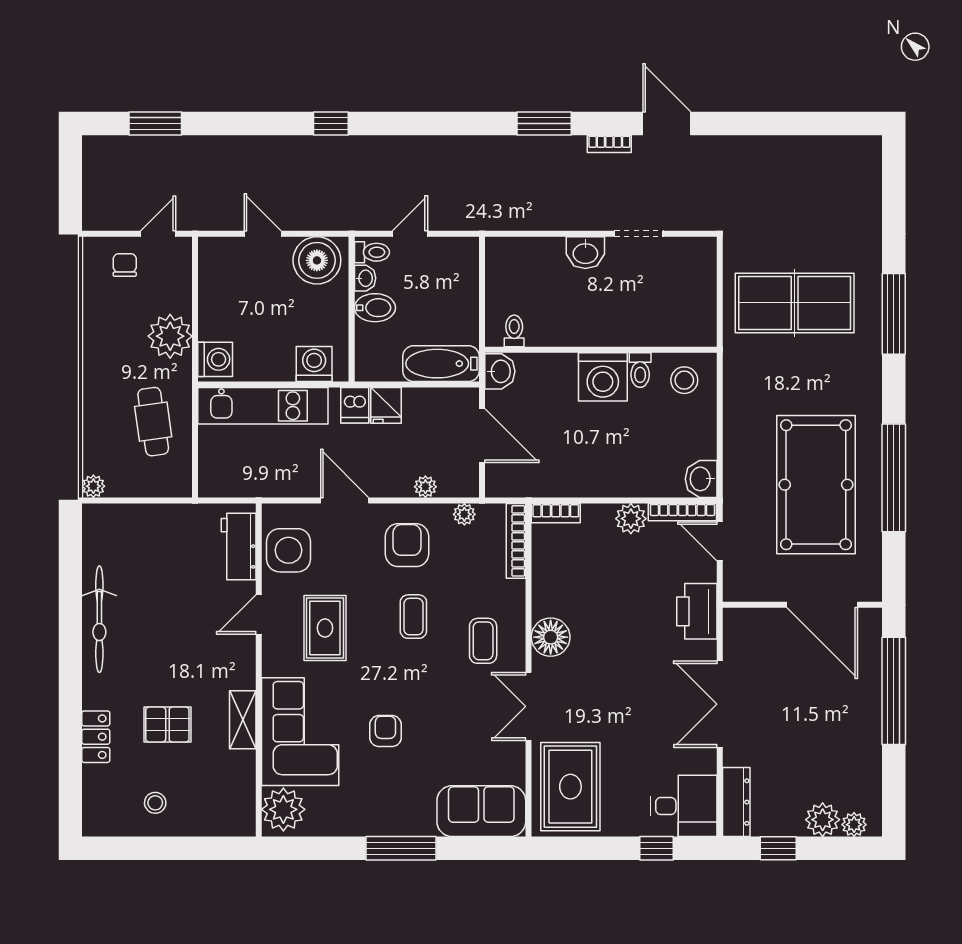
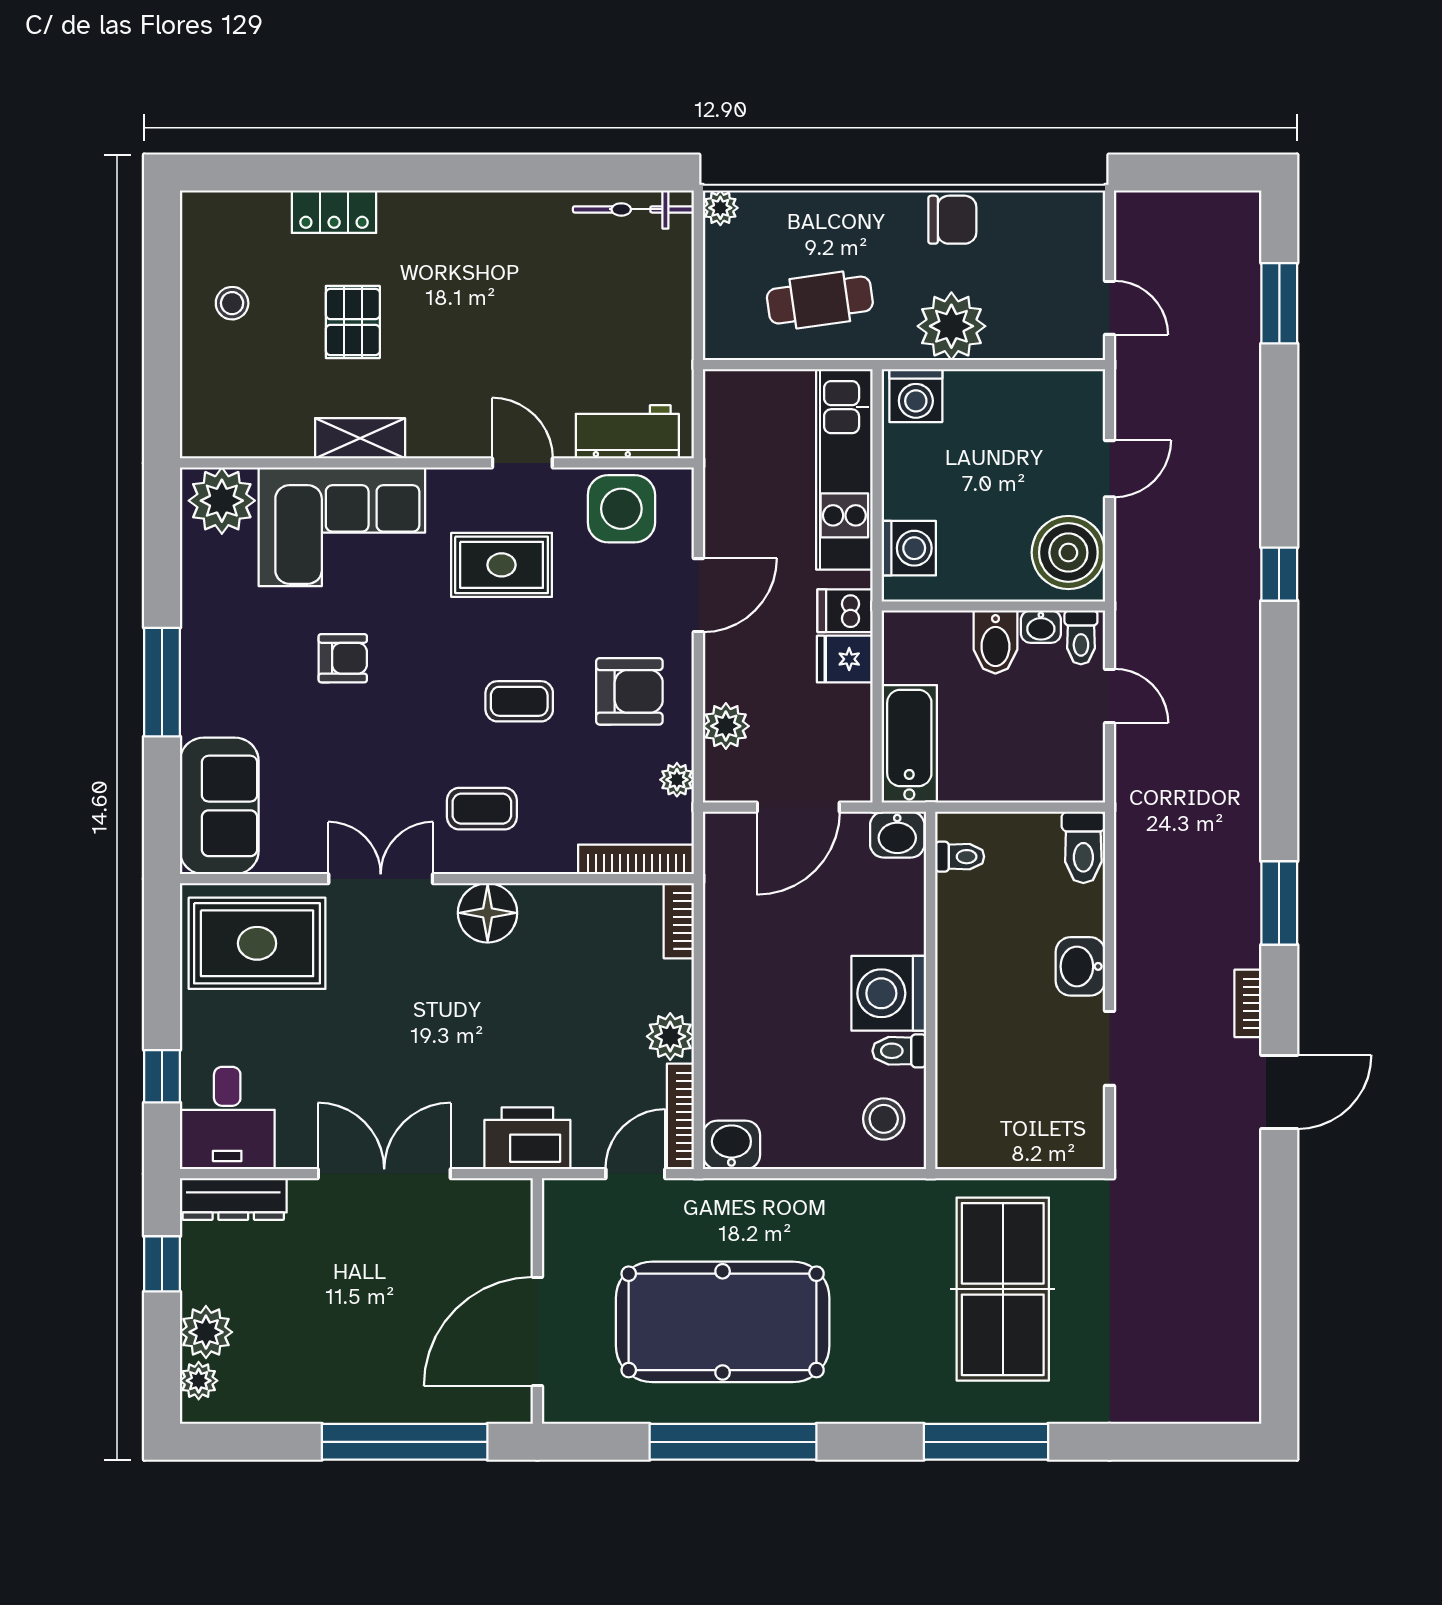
toilet: (508, 251) -> (1083, 847), added
chair: (125, 265) -> (952, 220), moved, width x1.37, depth x1.37
plant: (425, 487) -> (726, 726), width x1.38, depth x1.38
bicycle: (99, 619) -> (633, 209), moved, width x0.73, depth x0.71

